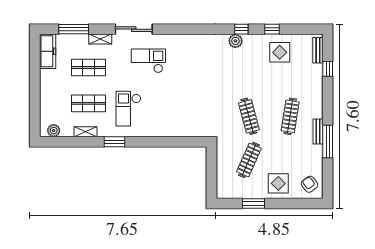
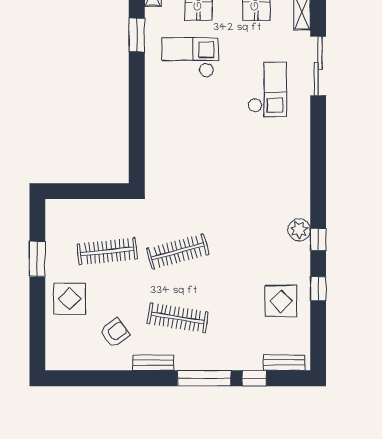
window: (328, 142) -> (204, 378), moved
clothes rail: (249, 160) -> (107, 251), turned -30
armchair: (310, 184) -> (115, 333), moved

